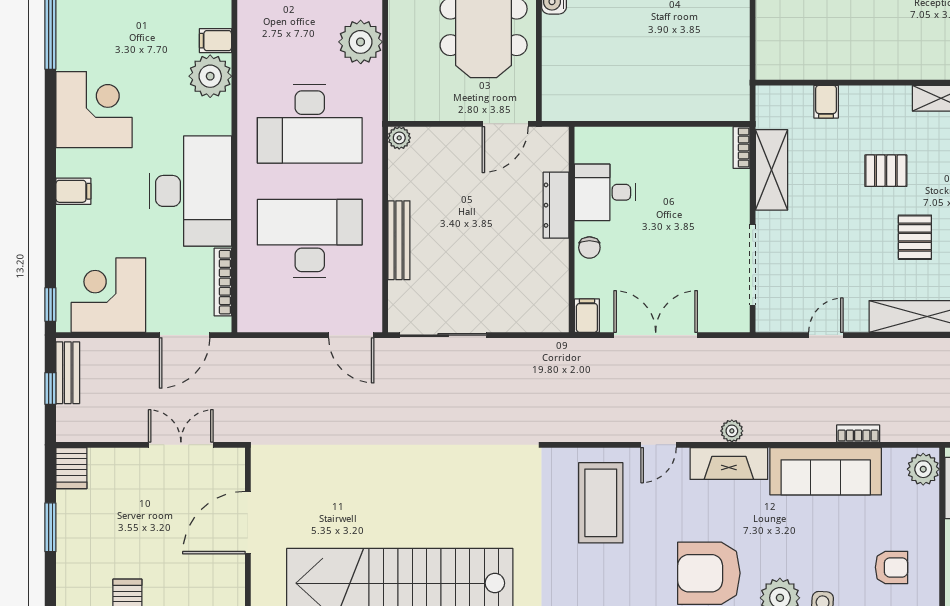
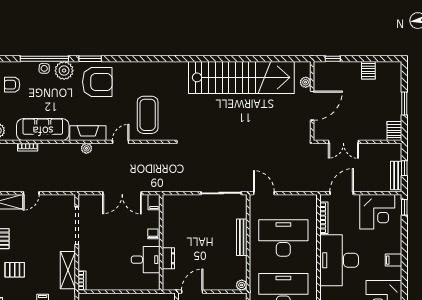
dresser: (556, 205) -> (168, 258), width x0.70
desk: (310, 239) -> (283, 238), turned 180
door: (826, 335) -> (31, 193), moved
plant: (262, 573) -> (306, 82), added

